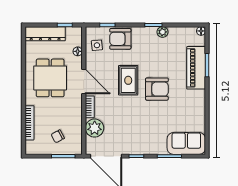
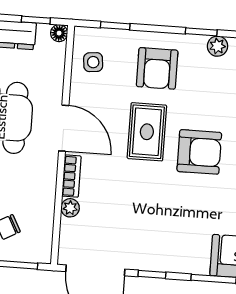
armchair: (120, 39) -> (157, 68), moved, turned -90
floor lamp: (78, 51) -> (59, 33), moved
plant: (95, 128) -> (70, 208), width x0.53, depth x0.53

